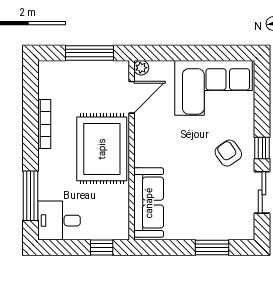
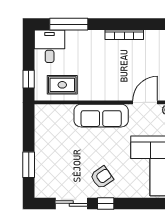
door: (132, 97) -> (145, 102), swing flipped
rug: (102, 149) -> (62, 85), moved, width x0.54, depth x0.49
sofa: (149, 203) -> (101, 116), moved

